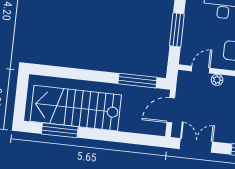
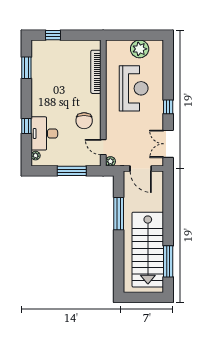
plant: (217, 80) -> (110, 161), moved
window: (137, 81) -> (119, 214), moved

